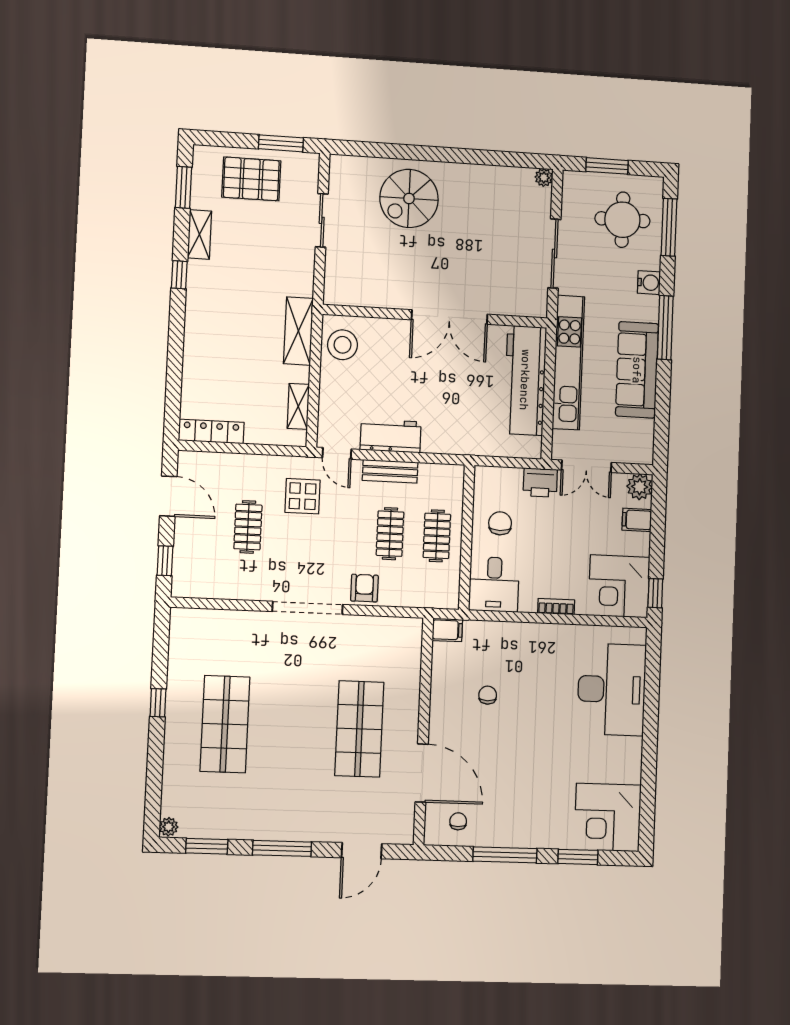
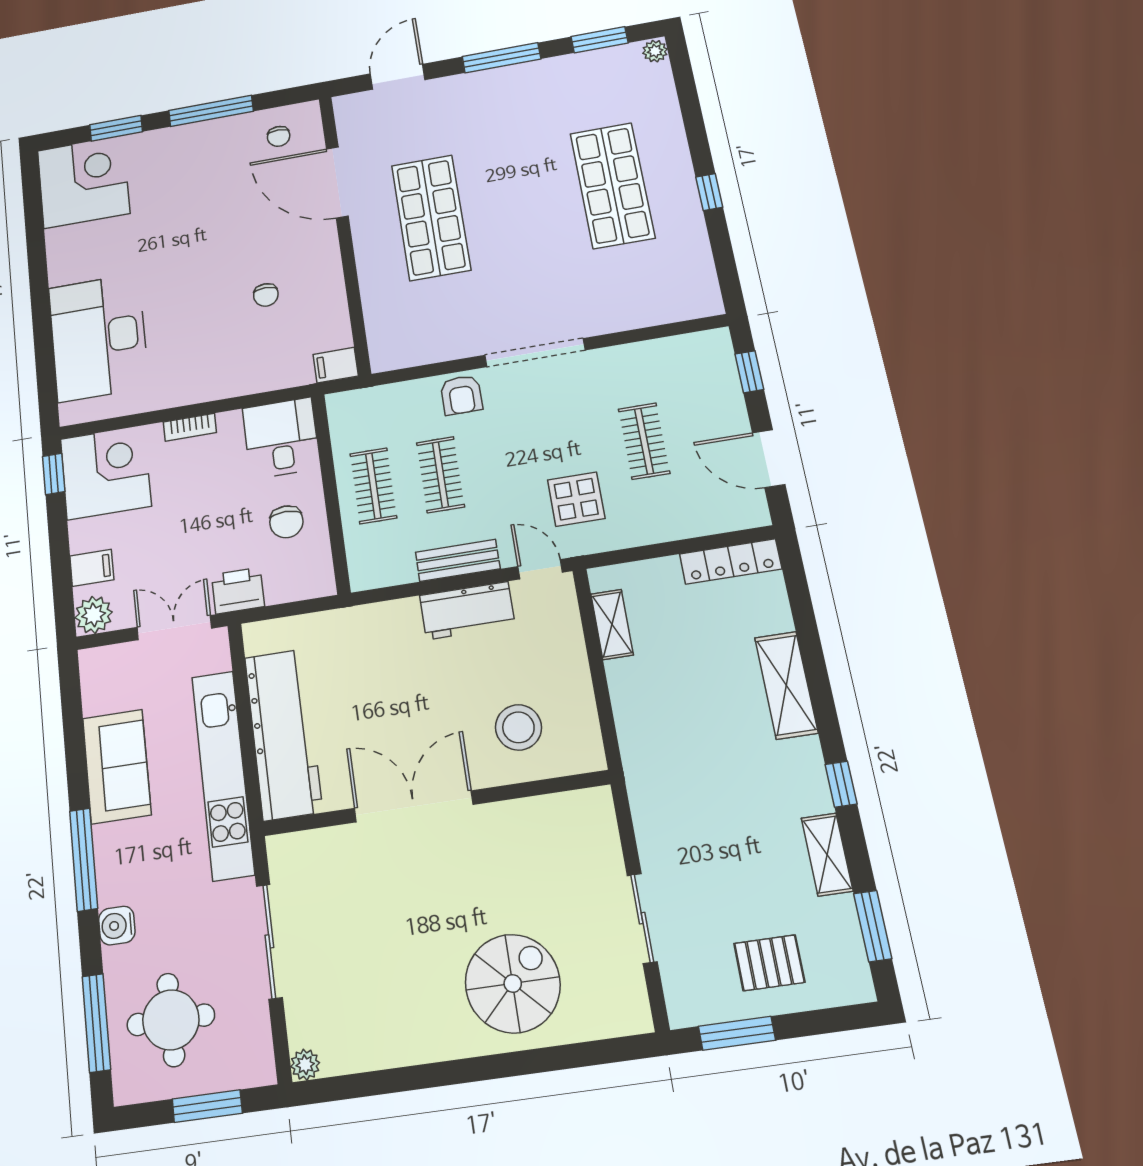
pallet: (251, 179) -> (769, 963), width x0.67, depth x0.71
shelving: (298, 331) -> (786, 685), moved
stool: (343, 345) -> (518, 727), moved
sofa: (637, 370) -> (117, 766), width x0.73

